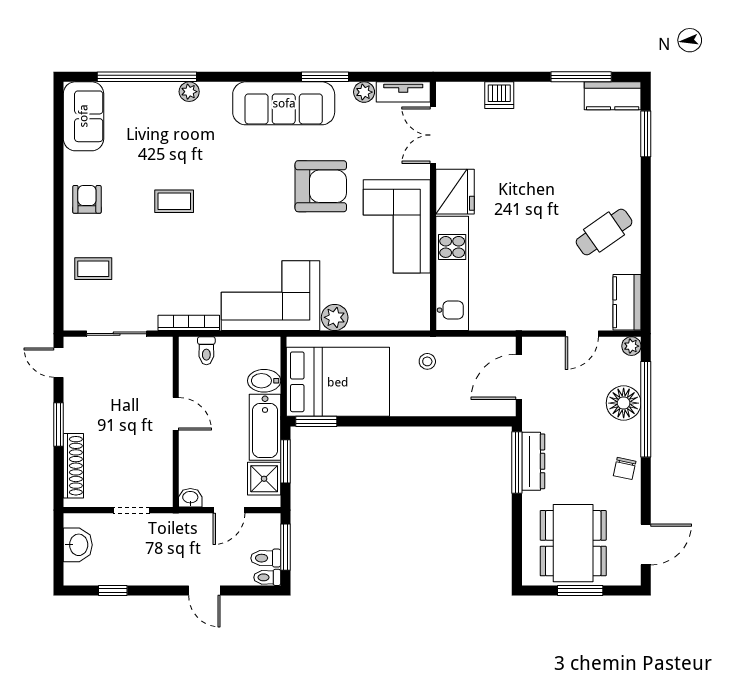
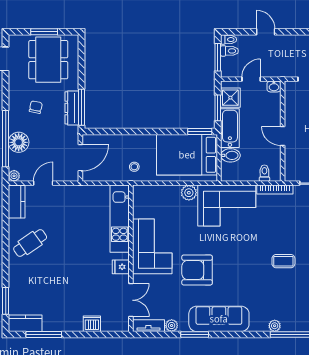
fridge: (455, 192) -> (121, 267), width x0.53, depth x0.75
chair: (625, 468) -> (36, 107), moved

